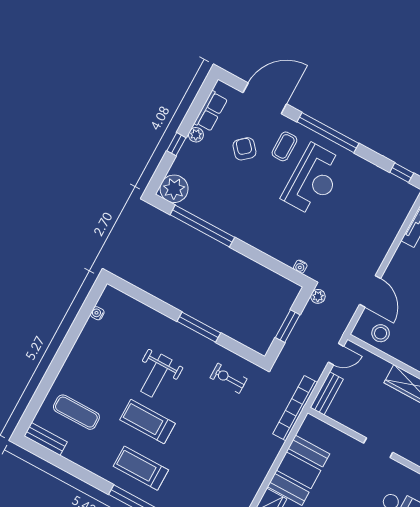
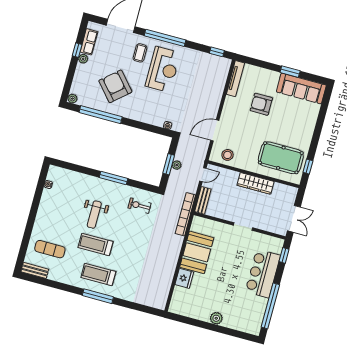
window: (176, 144) -> (77, 50), moved
armchair: (244, 149) -> (115, 86), moved, width x1.88, depth x1.88
plant: (174, 189) -> (72, 99), width x0.53, depth x0.53
door: (370, 291) -> (215, 130), swing flipped
plant: (318, 296) -> (177, 165), moved

